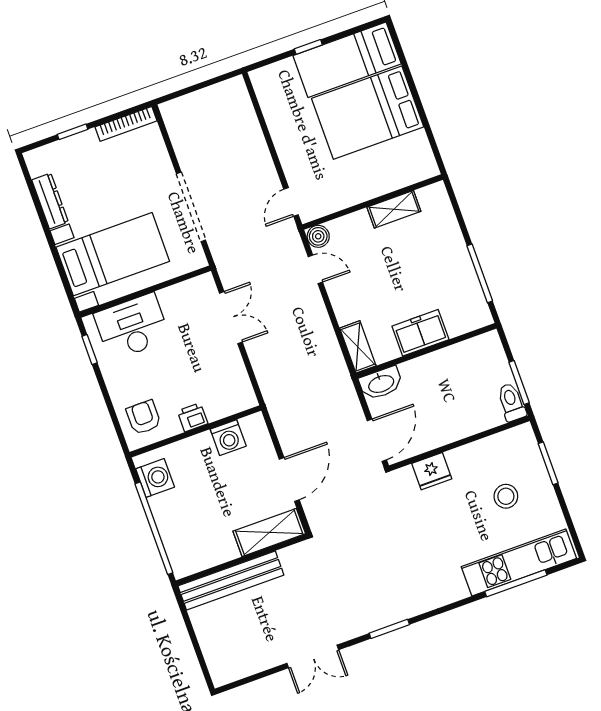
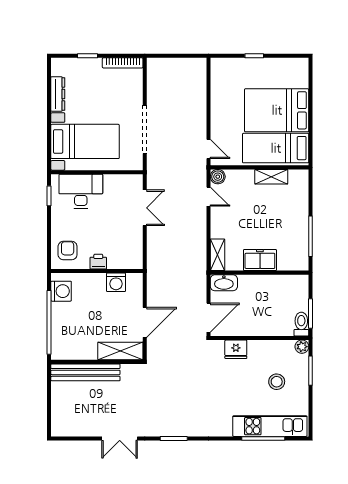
bed: (347, 60) -> (276, 148), moved
door: (291, 202) -> (208, 149), swing flipped
plant: (524, 434) -> (302, 347), added

